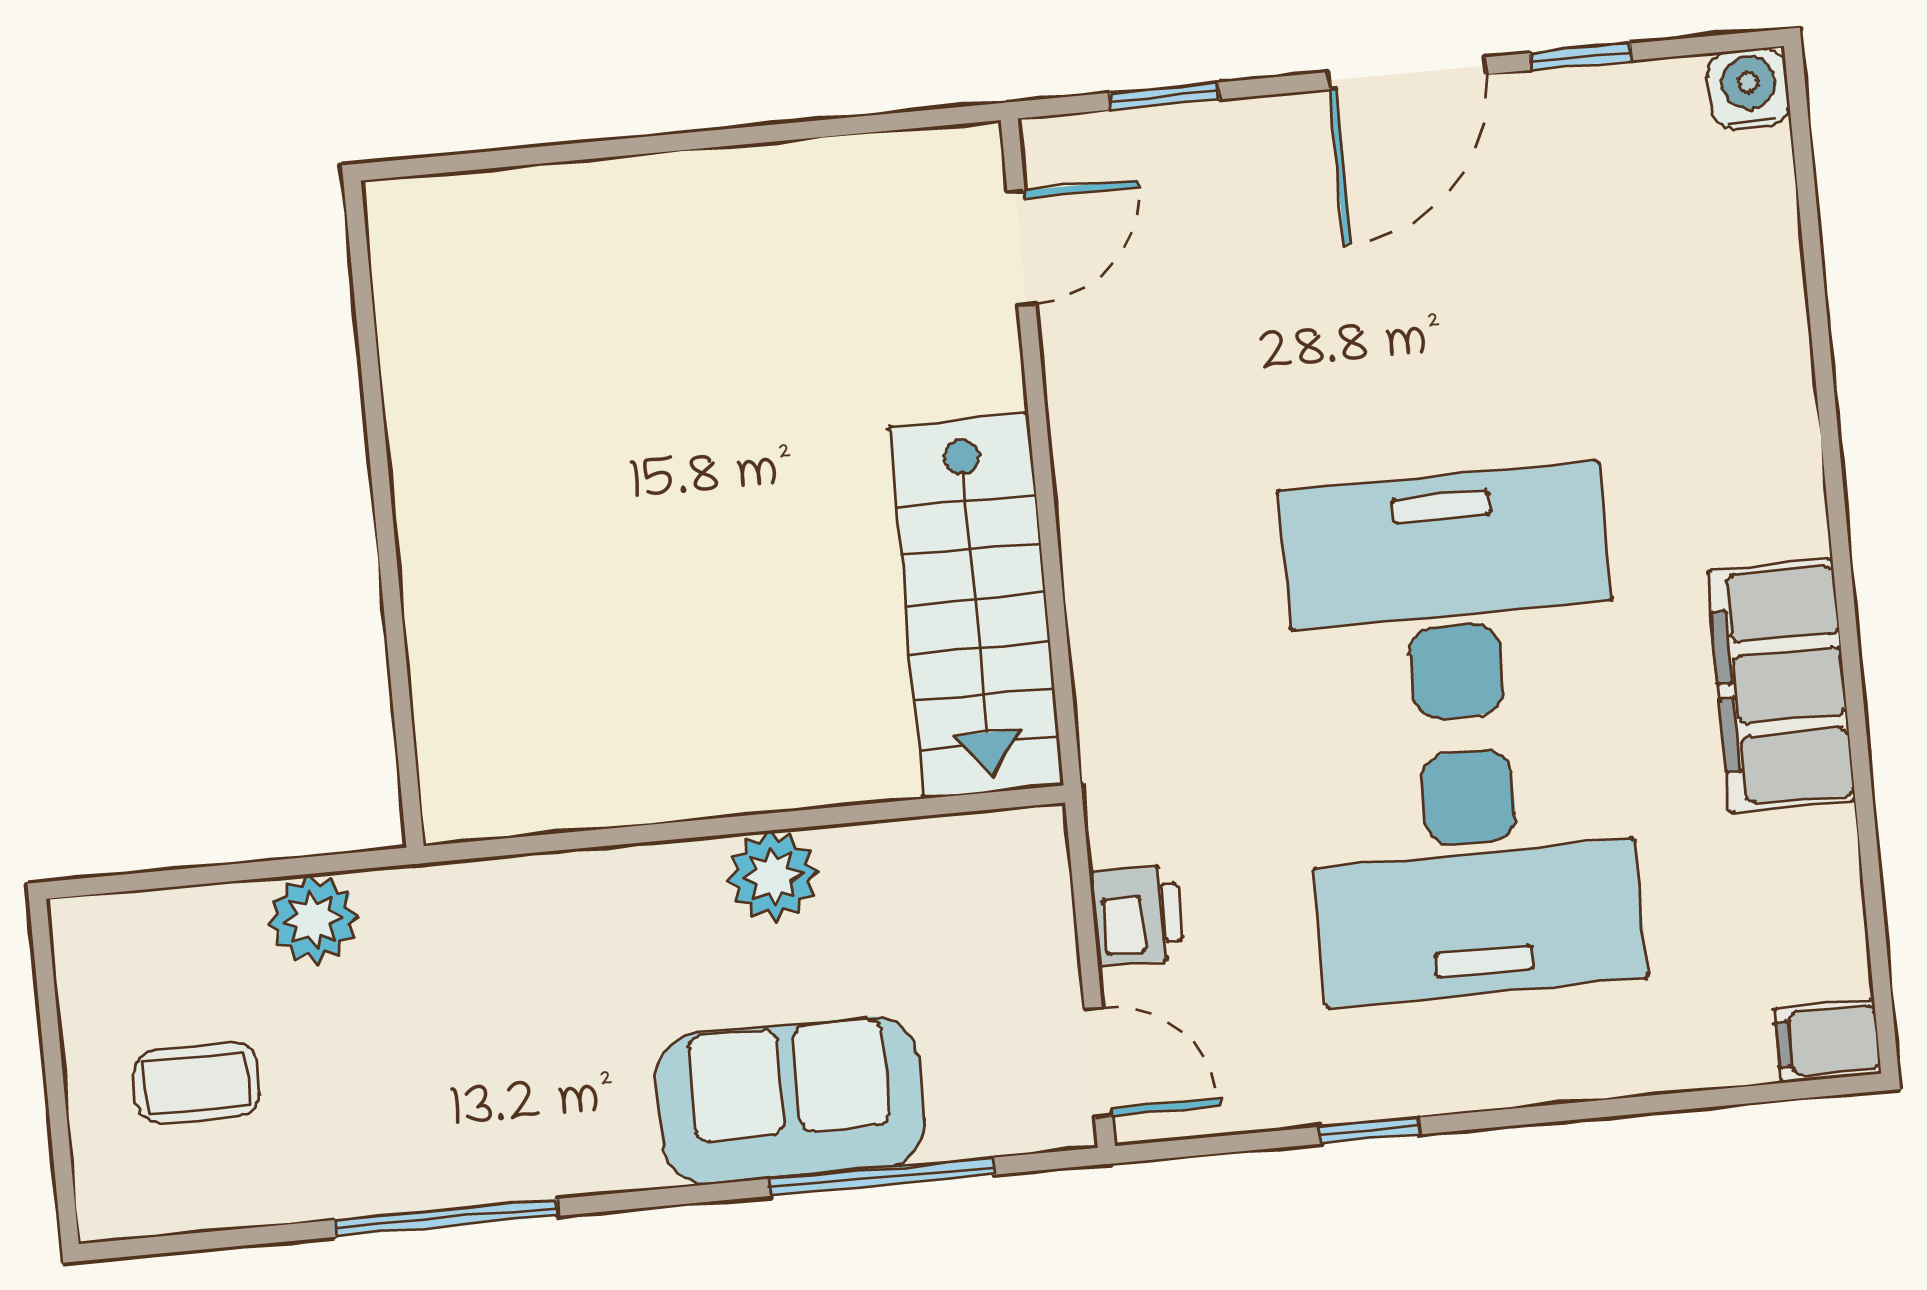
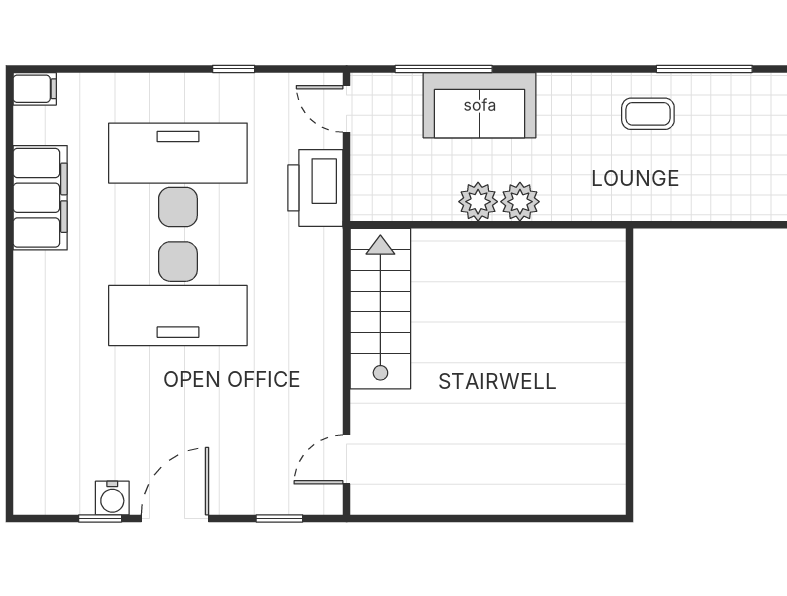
water cooler: (1749, 89) -> (112, 498), moved
filing cabinet: (1781, 686) -> (40, 198), moved
printer: (1137, 916) -> (315, 188), width x1.87, depth x1.48
plant: (313, 919) -> (520, 202), moved
coffee table: (197, 1083) -> (648, 114), moved
window: (446, 1218) -> (704, 69), moved

